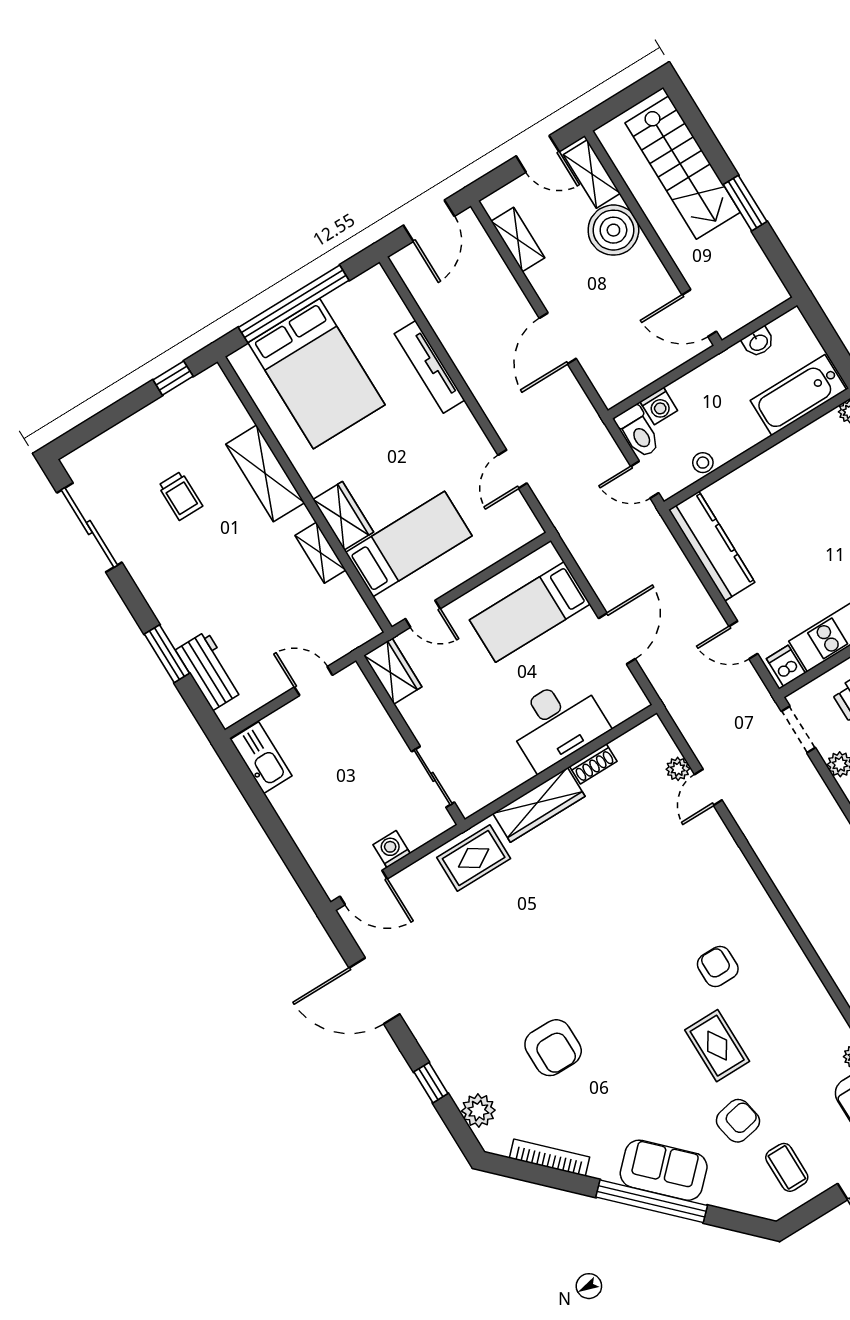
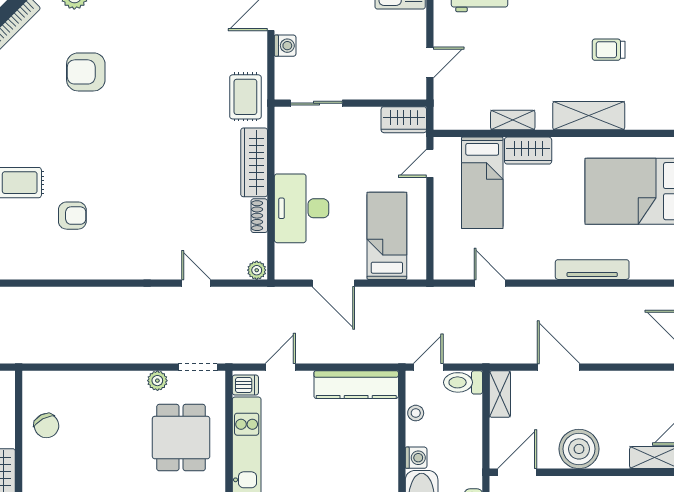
boiler: (613, 230) -> (579, 449), moved
shelving: (518, 240) -> (500, 394), moved, turned 90
washing machine: (659, 406) -> (416, 458), moved, turned 180
plant: (678, 769) -> (257, 270), moved

